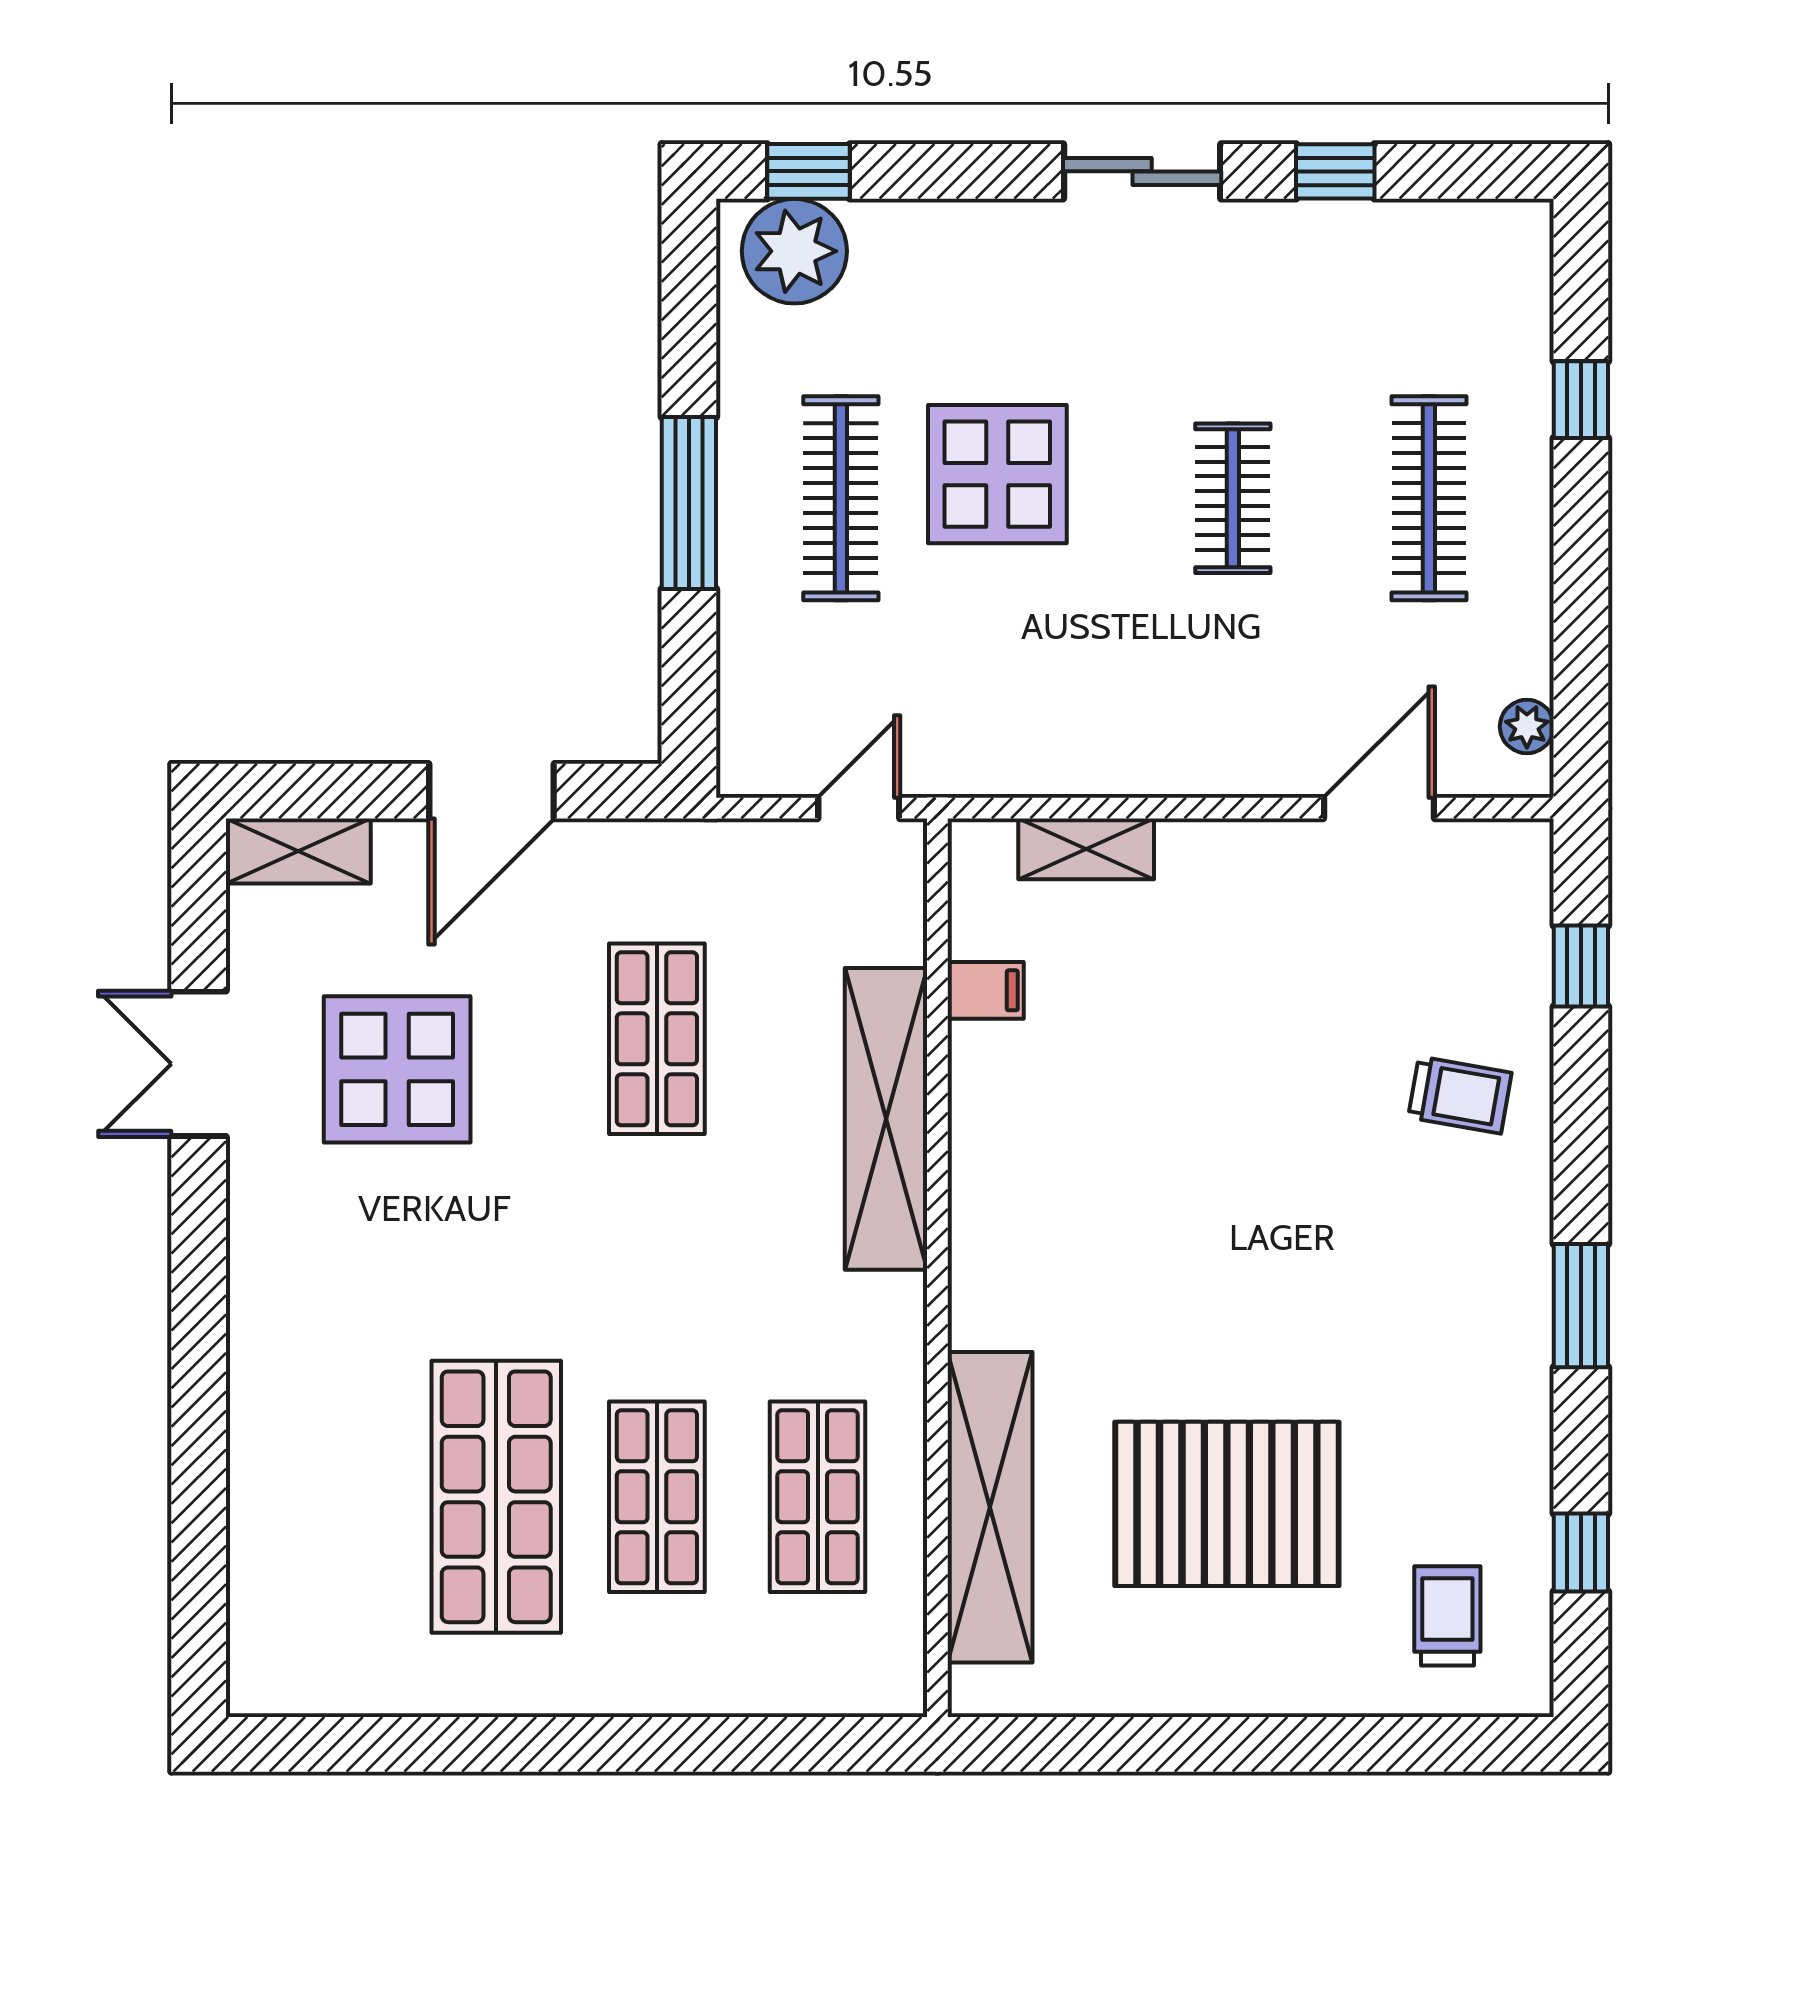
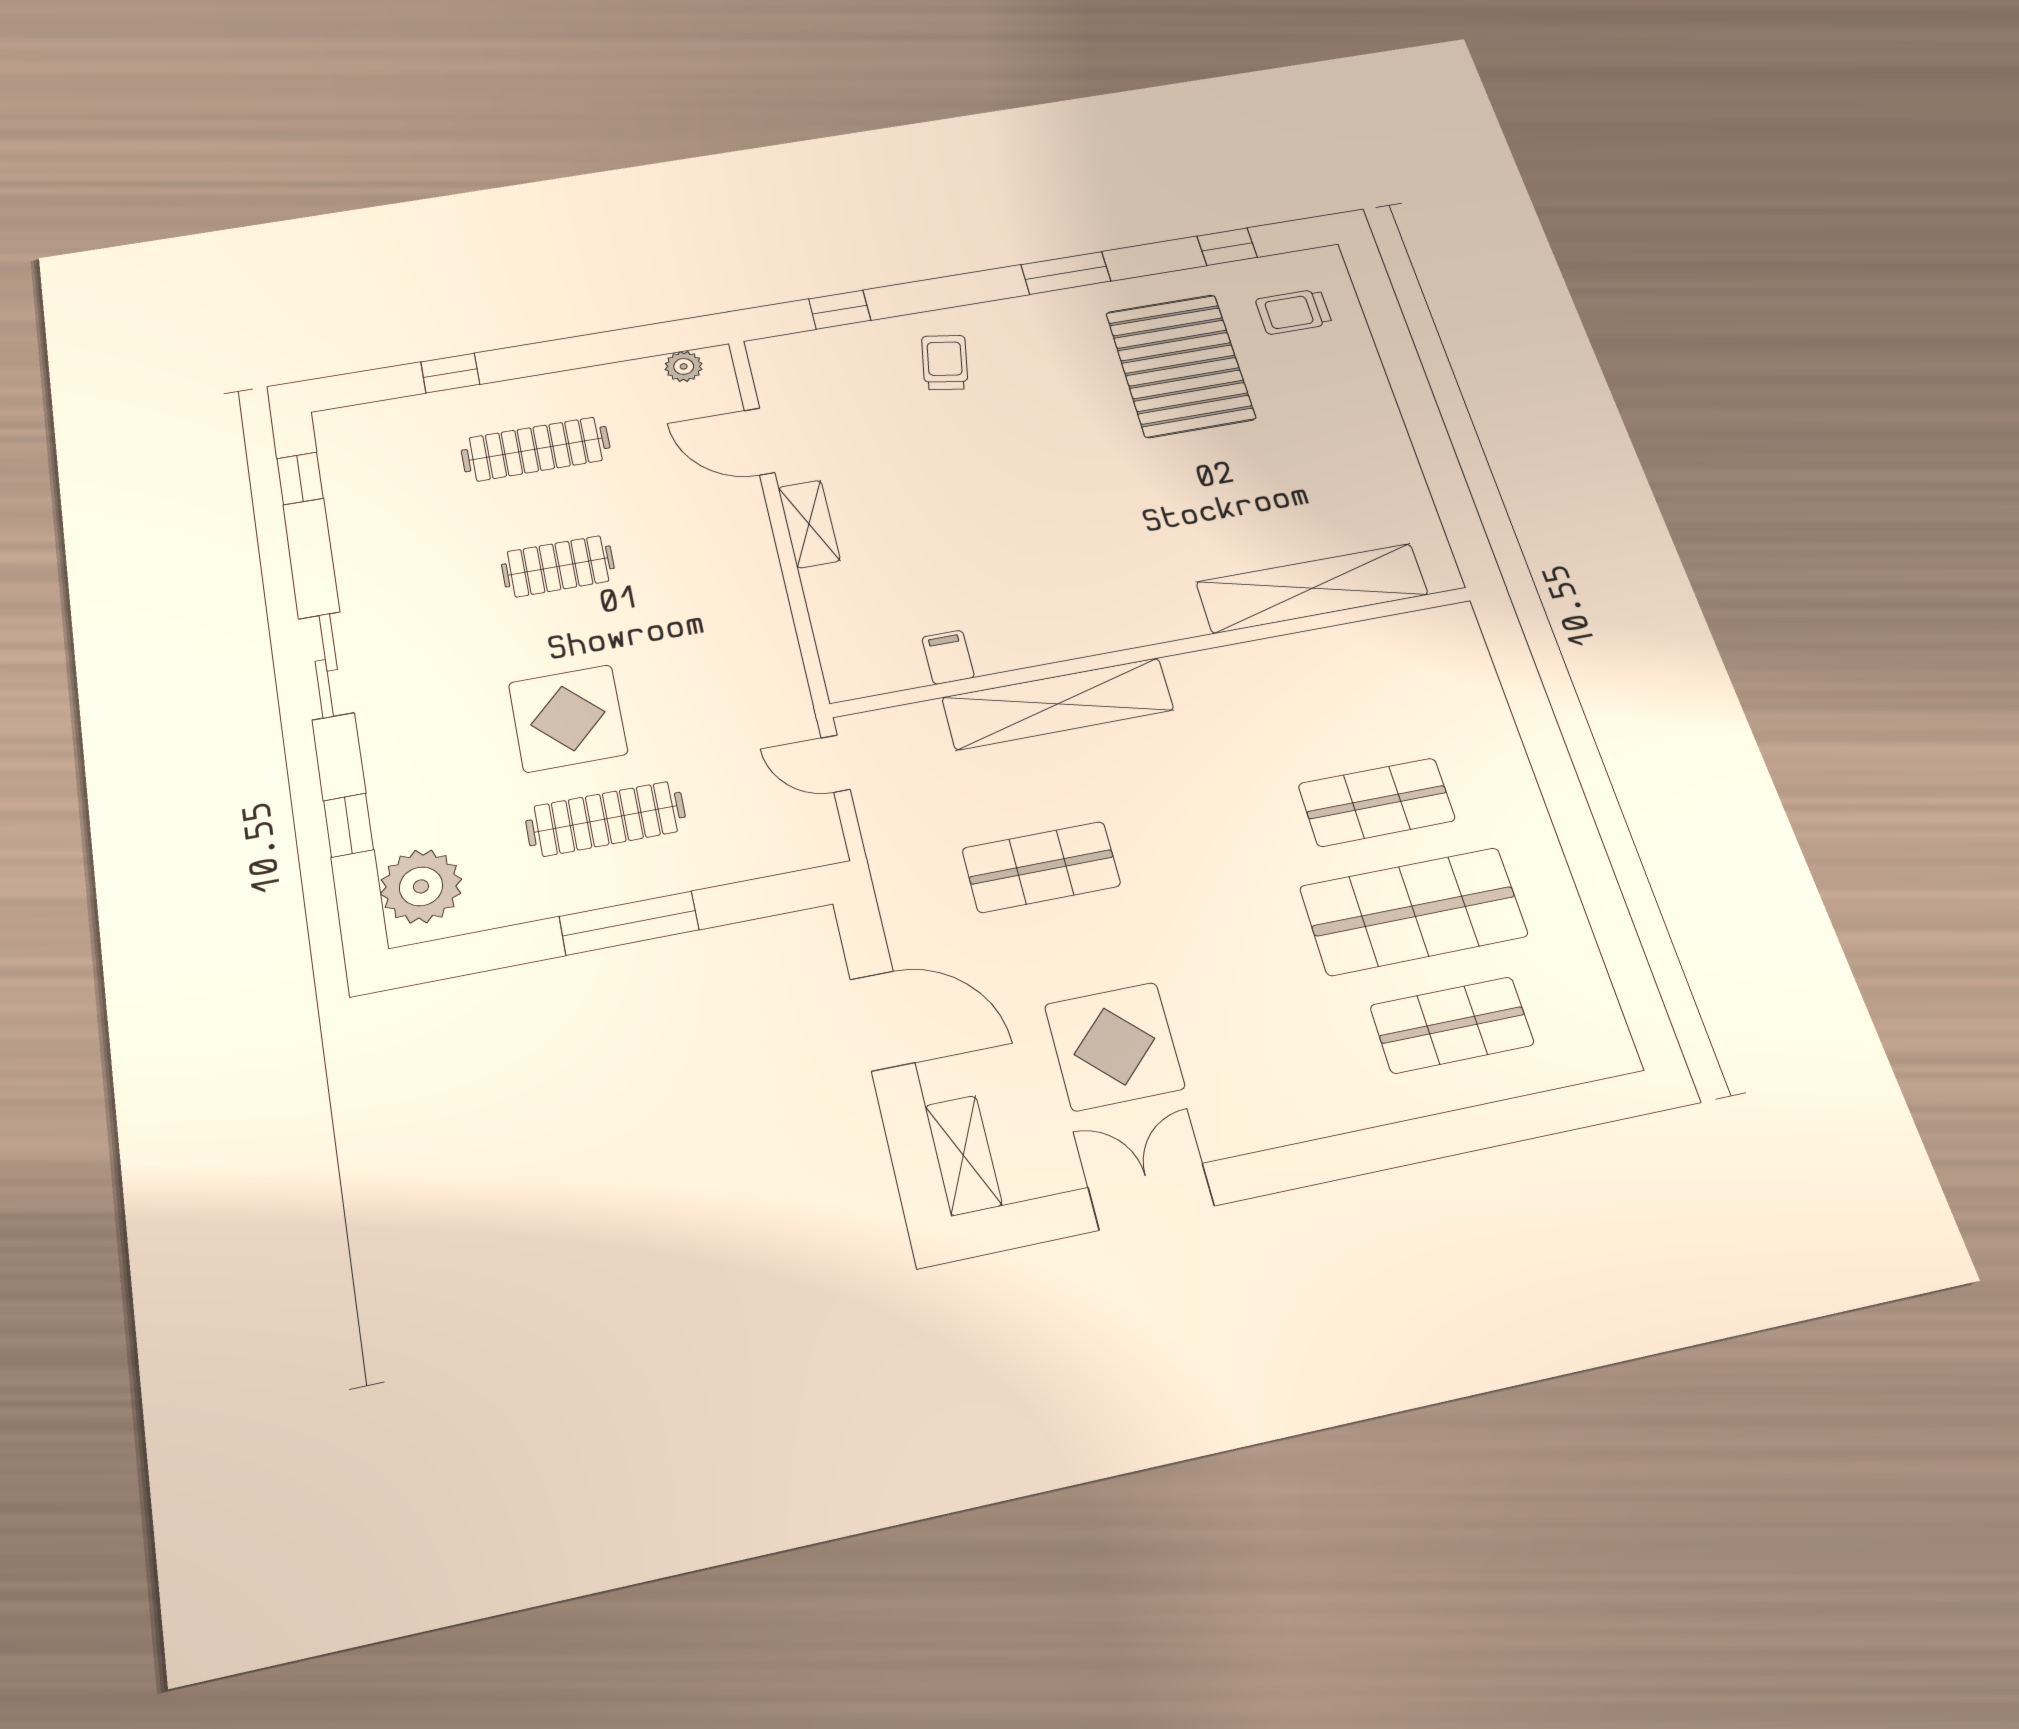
window: (809, 171) -> (349, 825), moved
window: (1335, 171) -> (300, 478), moved
shelving: (1086, 849) -> (809, 524), moved
double door: (199, 1064) -> (1151, 1197), swing flipped
shop shelf: (818, 1497) -> (1452, 1025), moved
pallet: (1227, 1504) -> (1180, 365), moved

